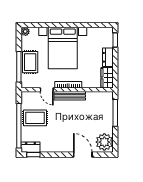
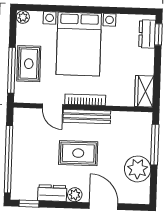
dresser: (108, 57) -> (147, 34), moved
rug: (35, 118) -> (78, 153), moved
plant: (104, 142) -> (138, 169), moved
dresser: (30, 147) -> (52, 193), moved
plant: (63, 148) -> (75, 195), added

